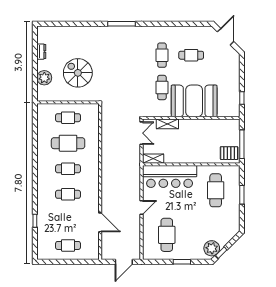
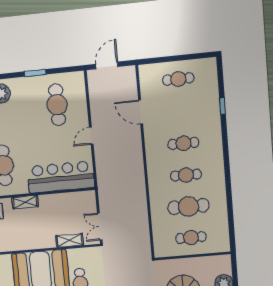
shelving: (153, 159) -> (25, 202), moved

